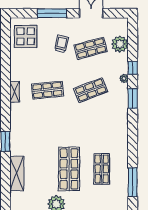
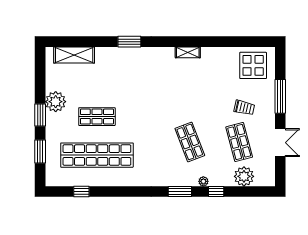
shop shelf: (47, 90) -> (190, 91), removed
shop shelf: (69, 169) -> (97, 117), width x0.70, depth x0.74
shop shelf: (102, 169) -> (97, 155), width x2.00, depth x1.36
shelving: (17, 173) -> (74, 55), moved
window: (133, 182) -> (81, 191), width x0.46

